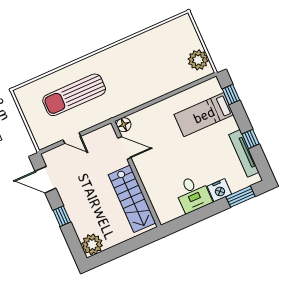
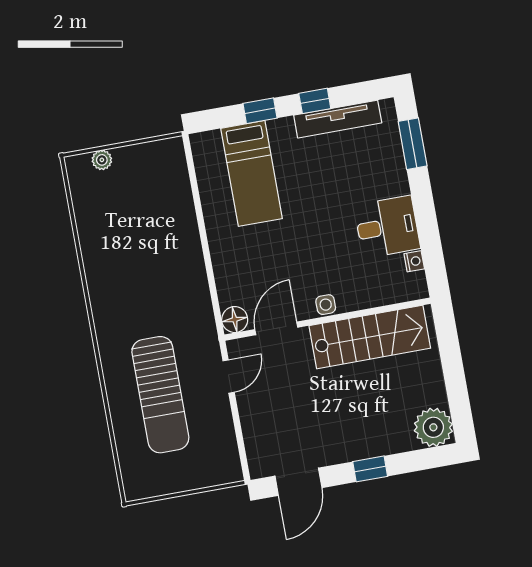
plant: (198, 60) -> (102, 160), moved, width x0.53, depth x0.53
window: (231, 94) -> (260, 111), moved
door: (72, 138) -> (229, 377), moved
side table: (144, 171) -> (326, 305), added
nightstand: (219, 190) -> (414, 261), moved, width x0.53, depth x0.56

